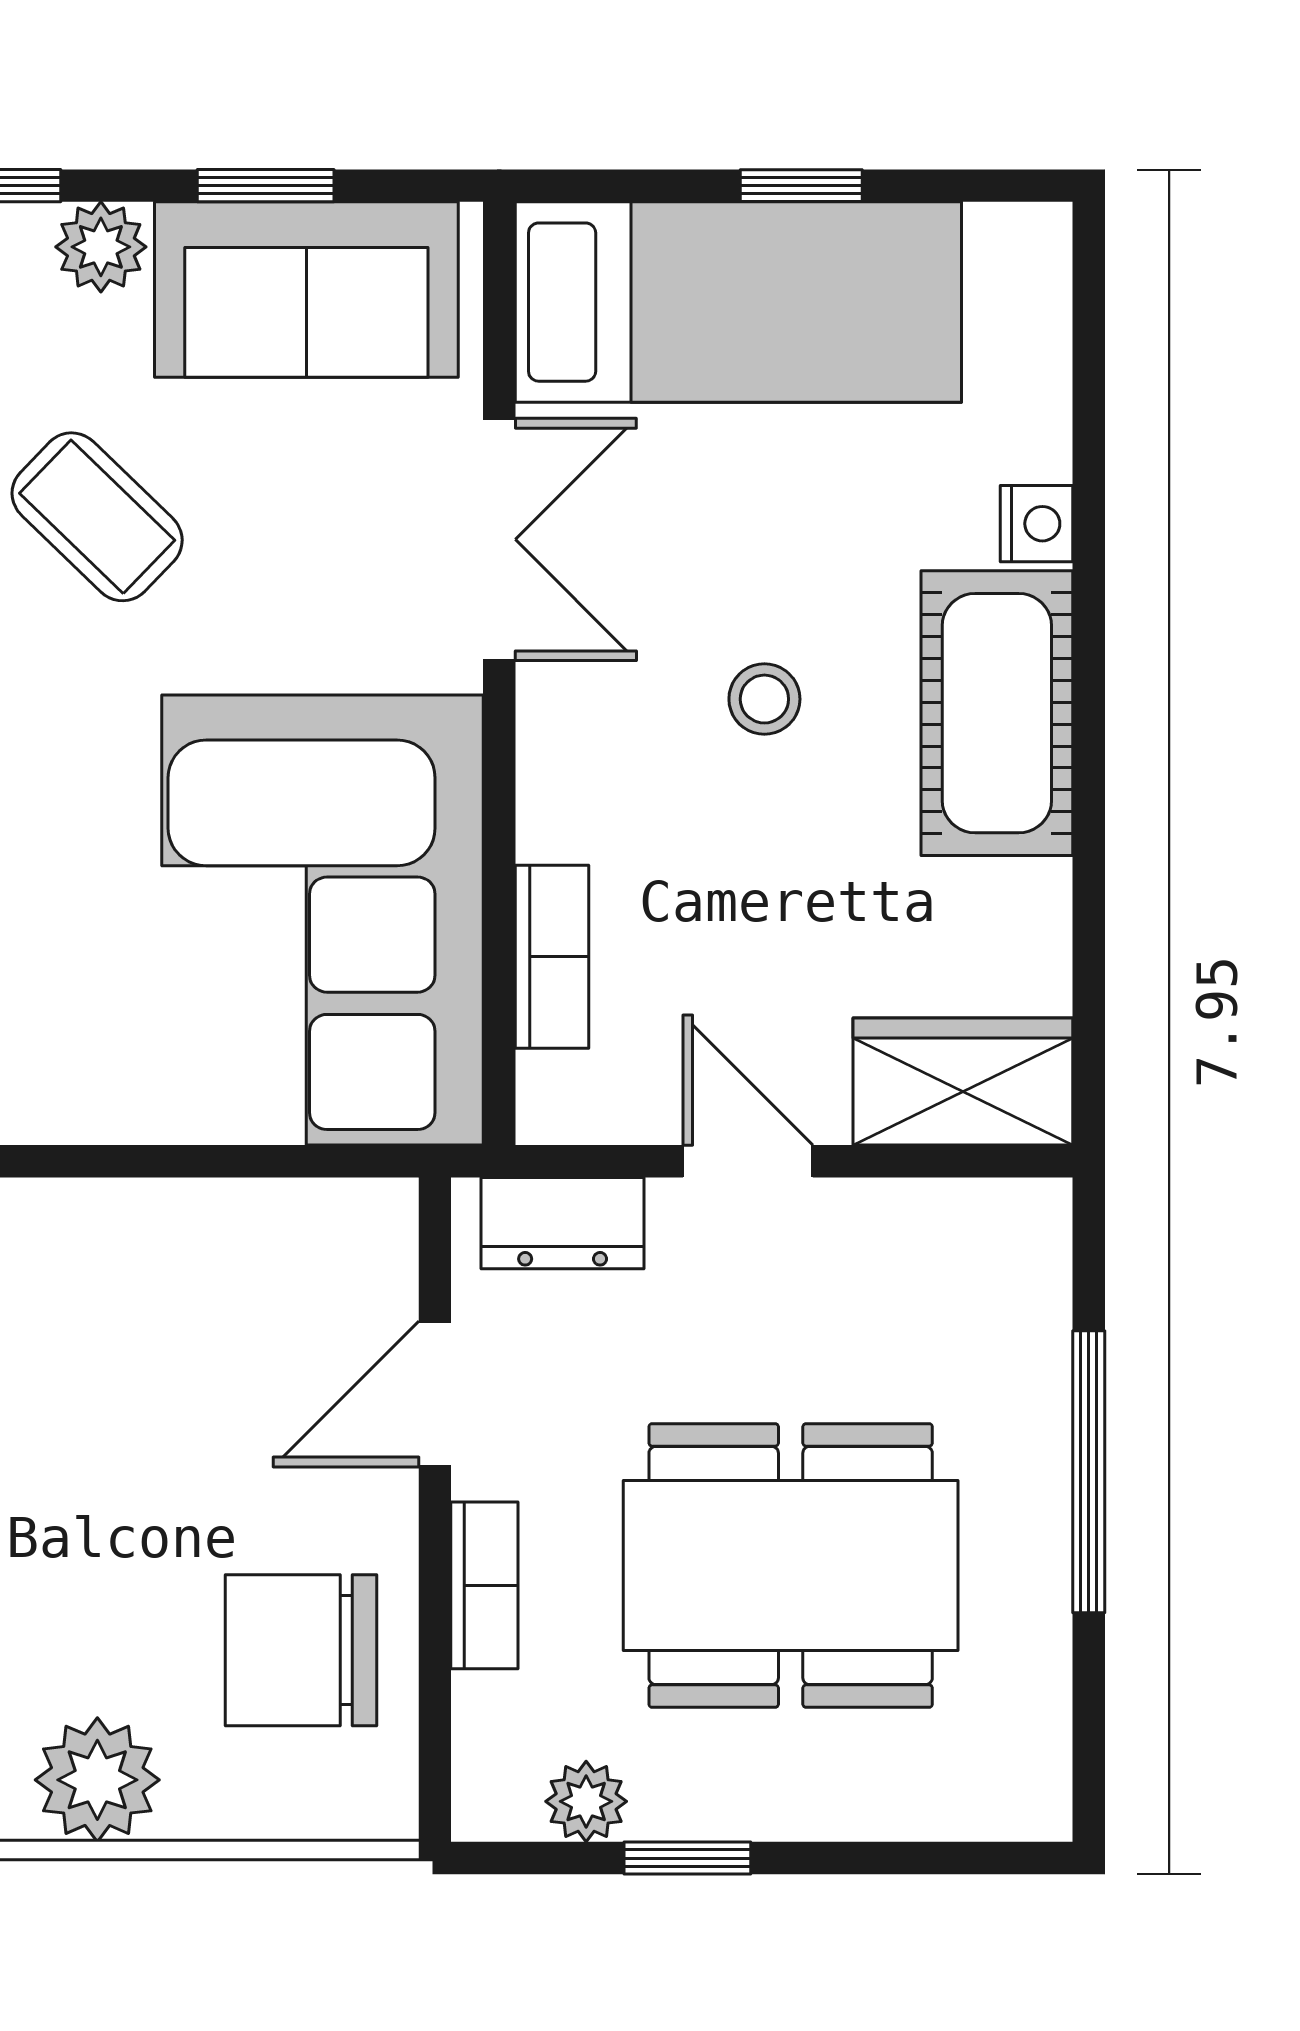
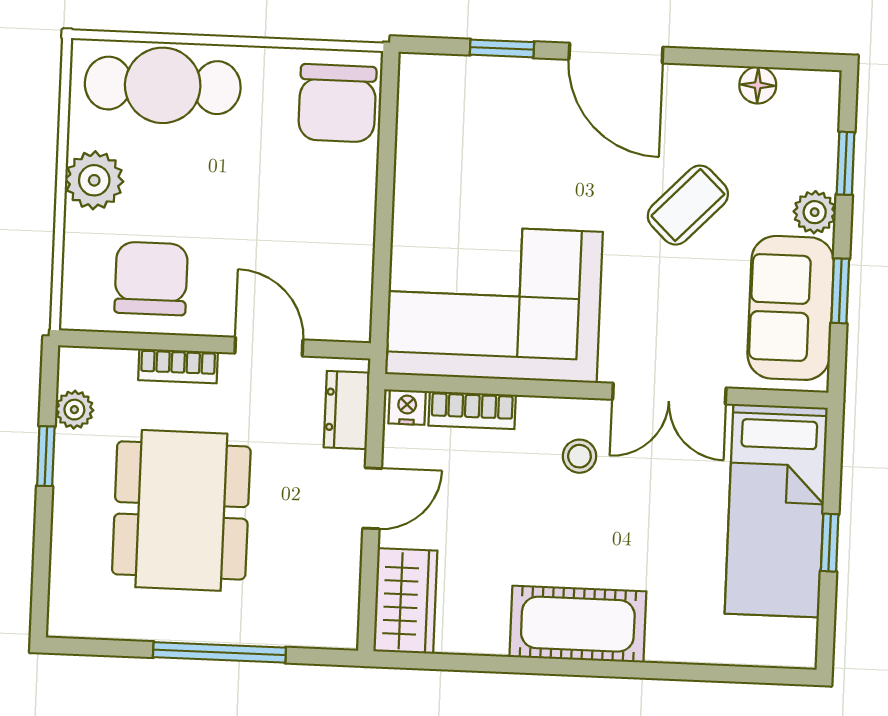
nightstand: (1037, 524) -> (407, 407), moved, turned 180
stool: (764, 699) -> (579, 456), moved

